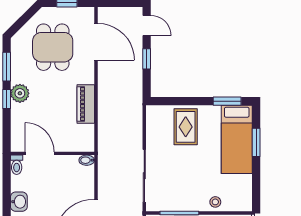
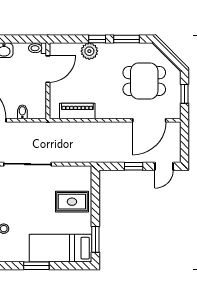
plant: (20, 93) -> (89, 51), moved
piano: (86, 104) -> (77, 111), moved
window: (256, 142) -> (36, 266), moved
bidet: (87, 160) -> (22, 112), moved

